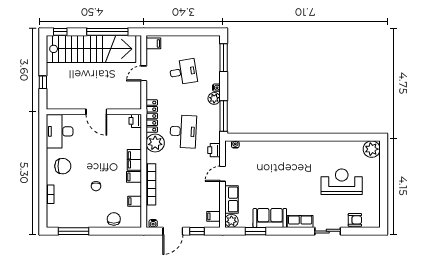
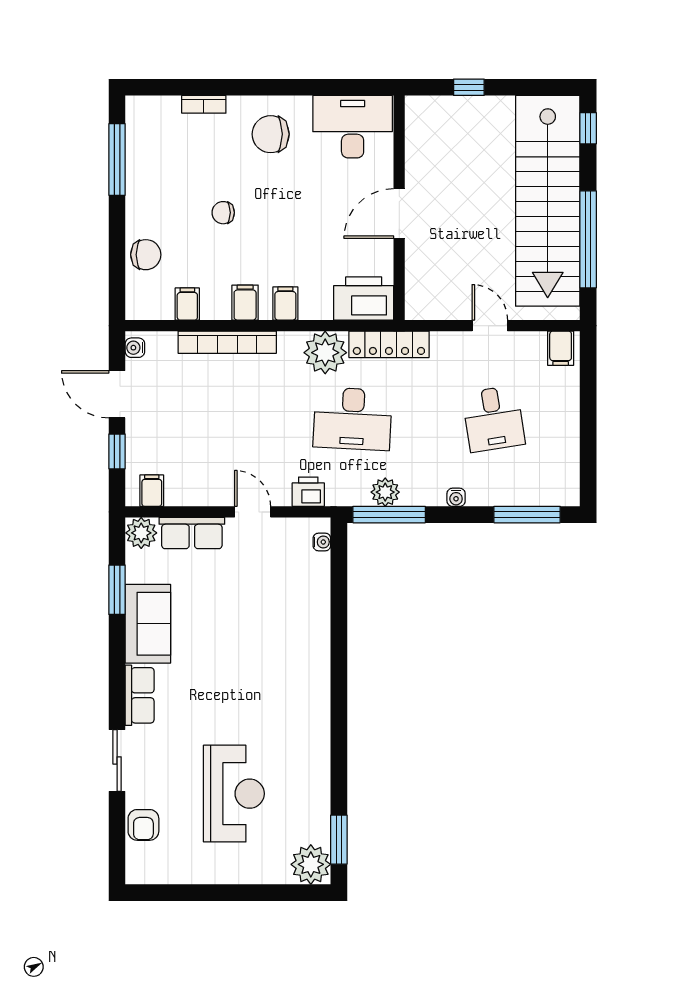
plant: (214, 98) -> (385, 492), moved
printer: (135, 121) -> (364, 299), width x1.87, depth x1.48
window: (361, 137) -> (339, 840), added
filing cabinet: (134, 160) -> (285, 303), width x0.50
chair: (63, 166) -> (271, 134), turned 90

